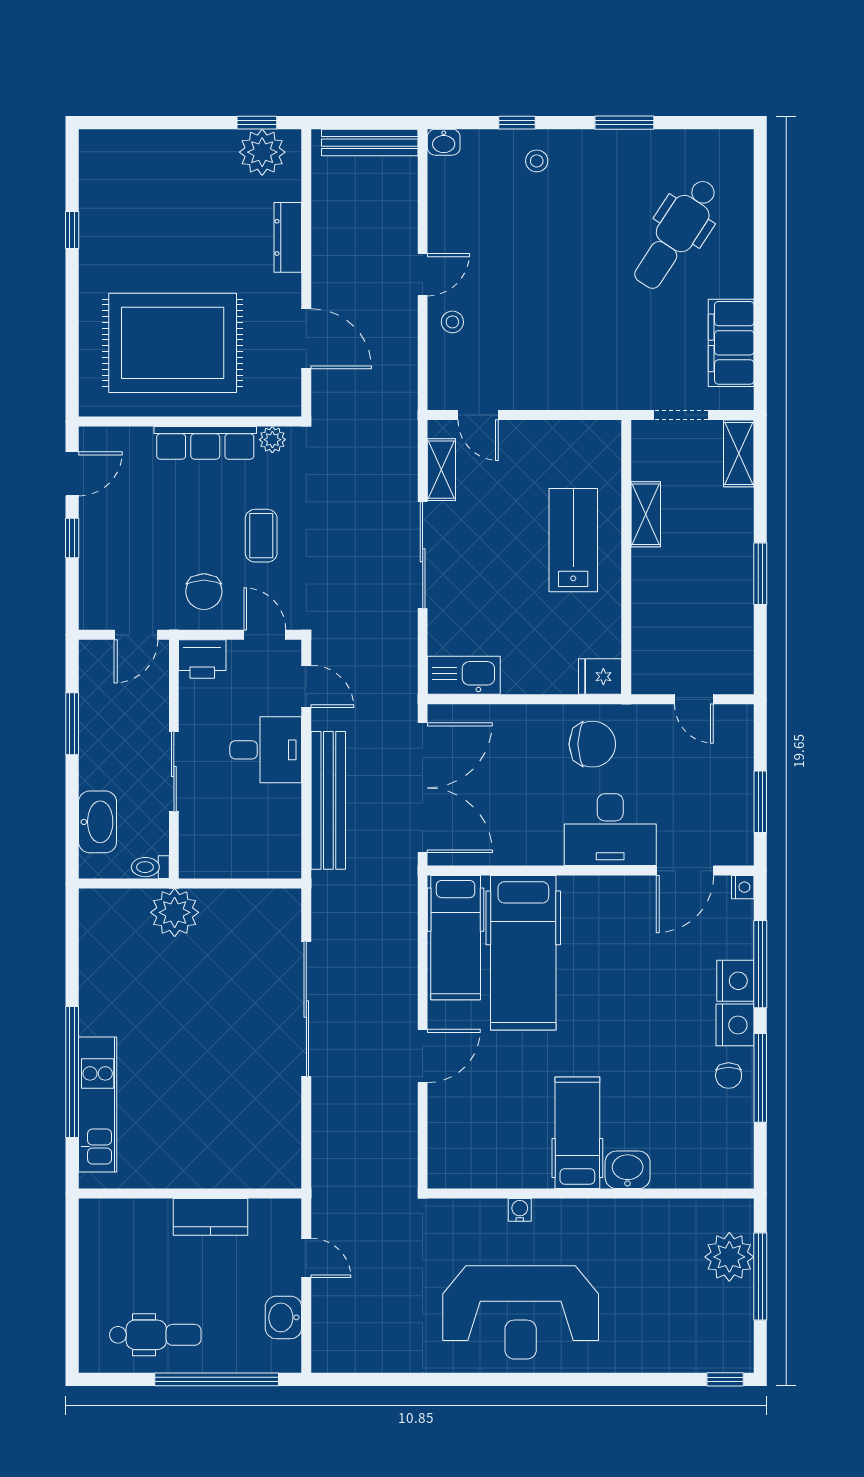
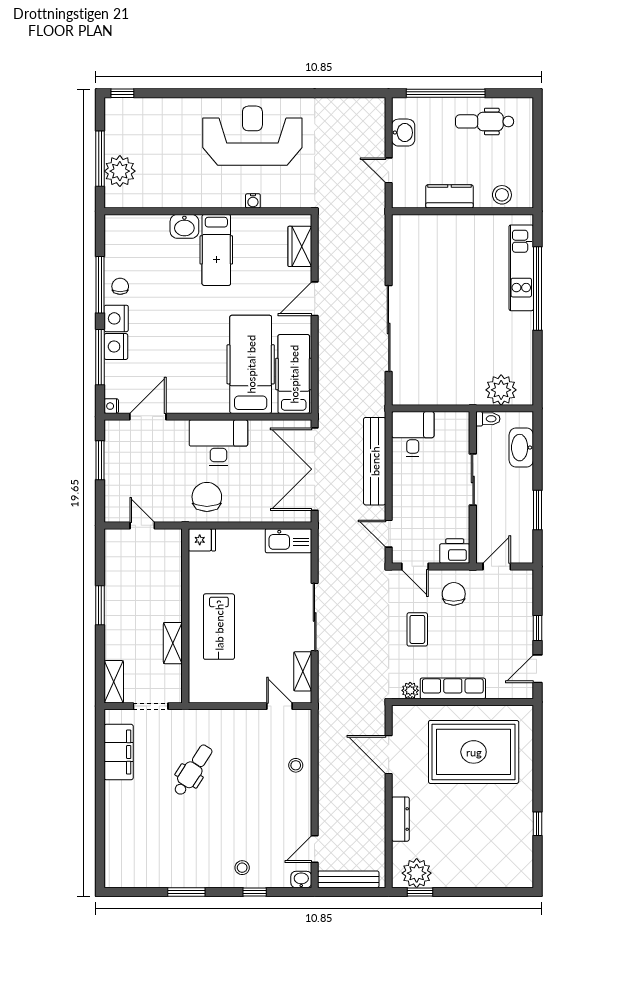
dental chair: (676, 234) -> (193, 770), moved, width x0.73, depth x0.72
door: (423, 275) -> (315, 849), moved
chair: (592, 744) -> (207, 497), turned 90
desk: (266, 750) -> (413, 434), moved, turned 90
desk: (610, 830) -> (218, 443), moved
plant: (175, 912) -> (501, 390), moved
wardrobe: (446, 1138) -> (300, 246), added
stool: (128, 1219) -> (502, 195), added

